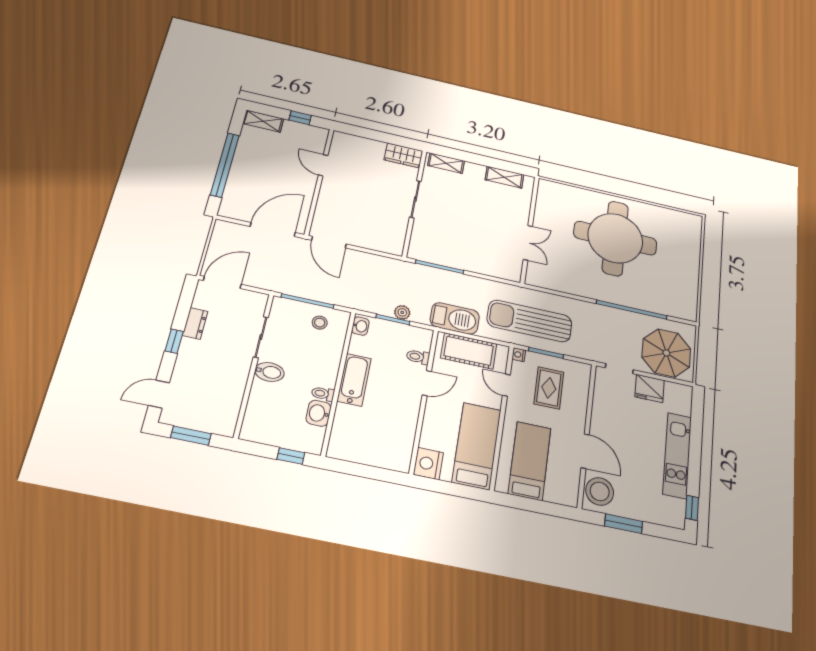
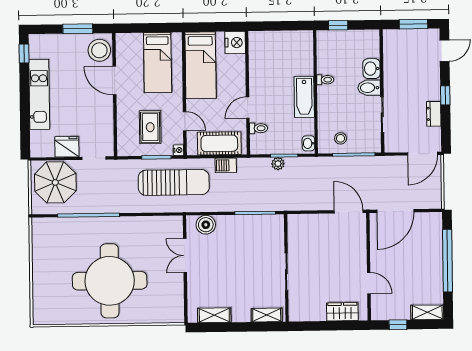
wardrobe: (403, 155) -> (342, 312), moved
boiler: (499, 268) -> (206, 225), added
barbecue: (455, 318) -> (226, 165), width x0.53, depth x0.65
washbasin: (319, 413) -> (372, 69), moved, turned 180

